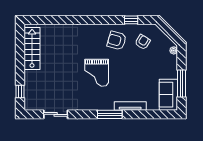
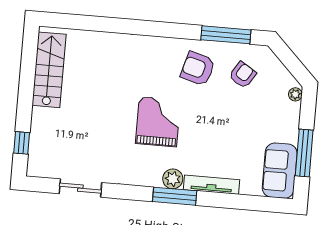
window: (131, 20) -> (226, 35), width x2.17
grand piano: (97, 73) -> (158, 122), turned 180
plant: (108, 105) -> (173, 179), added

